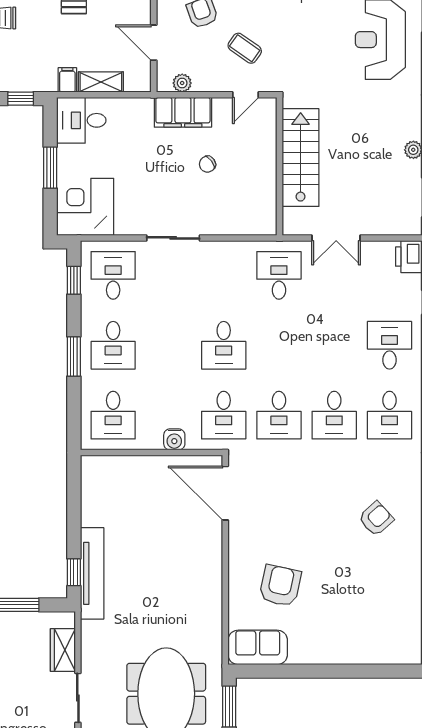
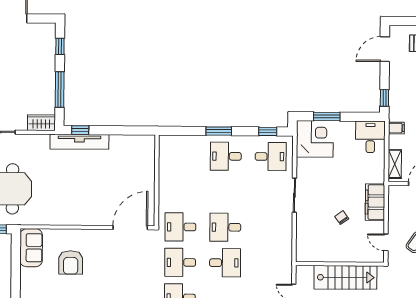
shelving: (101, 82) -> (395, 164), moved
plant: (182, 83) -> (394, 202), removed
window: (50, 168) -> (327, 116), moved
desk: (279, 275) -> (225, 263), moved
desk: (113, 415) -> (181, 156), removed
water cooler: (174, 439) -> (165, 195), removed
armchair: (280, 586) -> (71, 262), turned 78
wardrobe: (63, 650) -> (41, 123), moved

